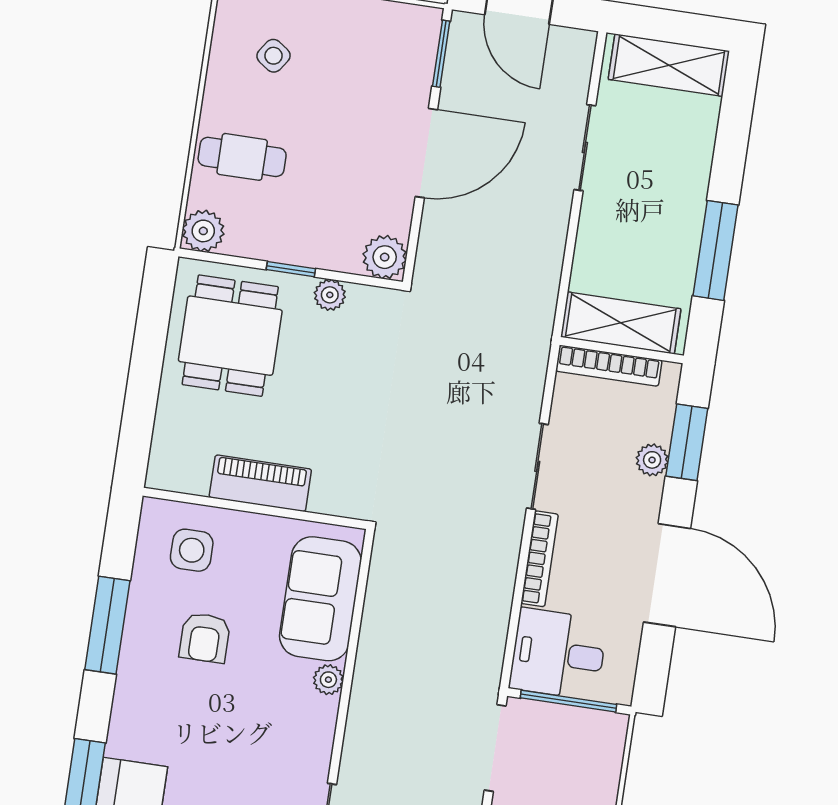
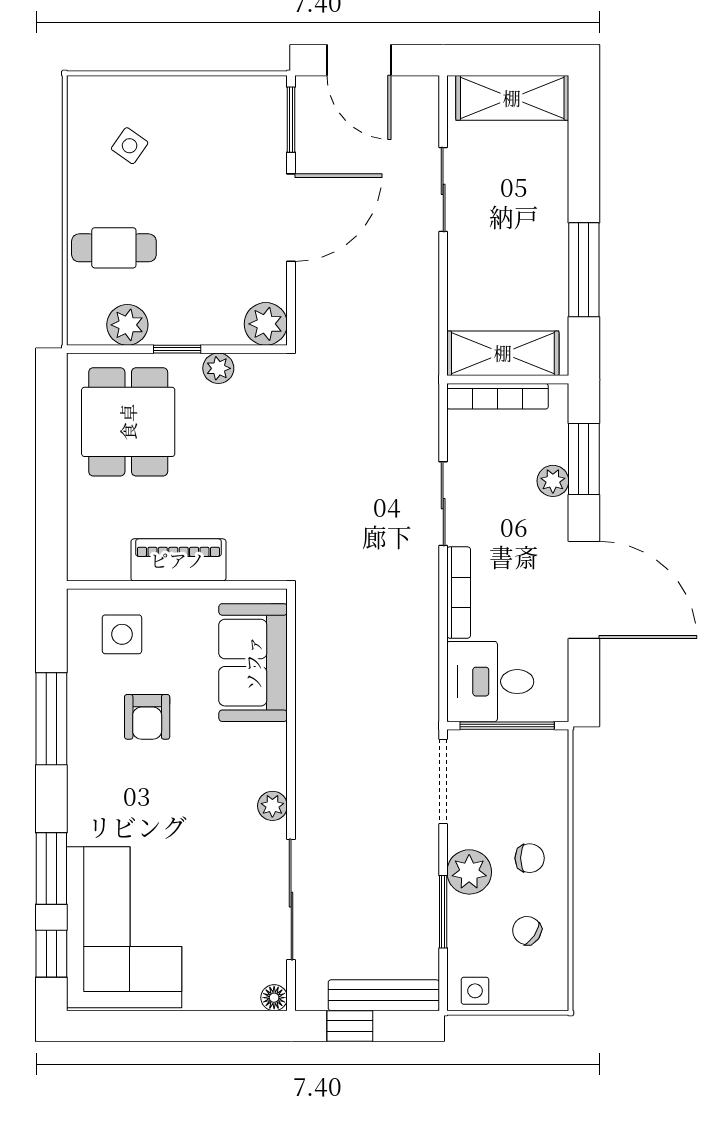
plant: (203, 231) -> (127, 325), moved
plant: (328, 680) -> (272, 806), moved

